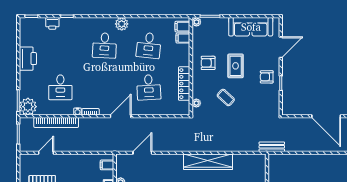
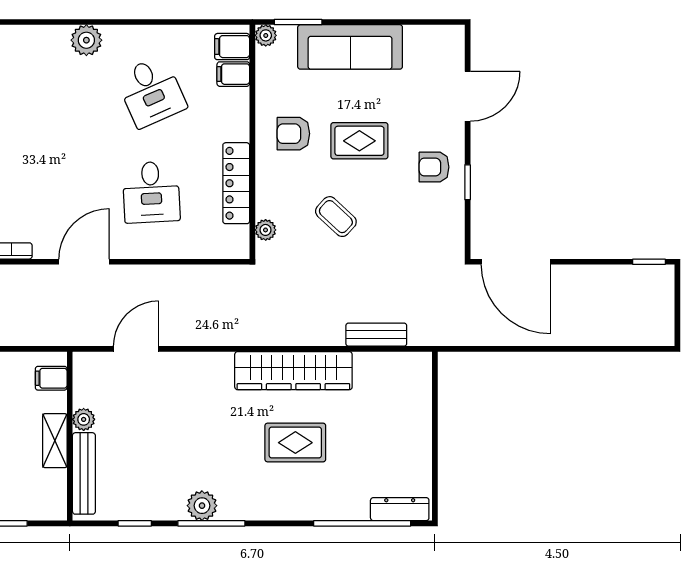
sofa: (251, 27) -> (350, 47), moved
desk: (105, 45) -> (45, 92), removed
desk: (149, 45) -> (151, 92), turned -30
rug: (236, 66) -> (359, 141), turned 90
door: (326, 116) -> (516, 262), moved
bench: (272, 147) -> (376, 335), moved

